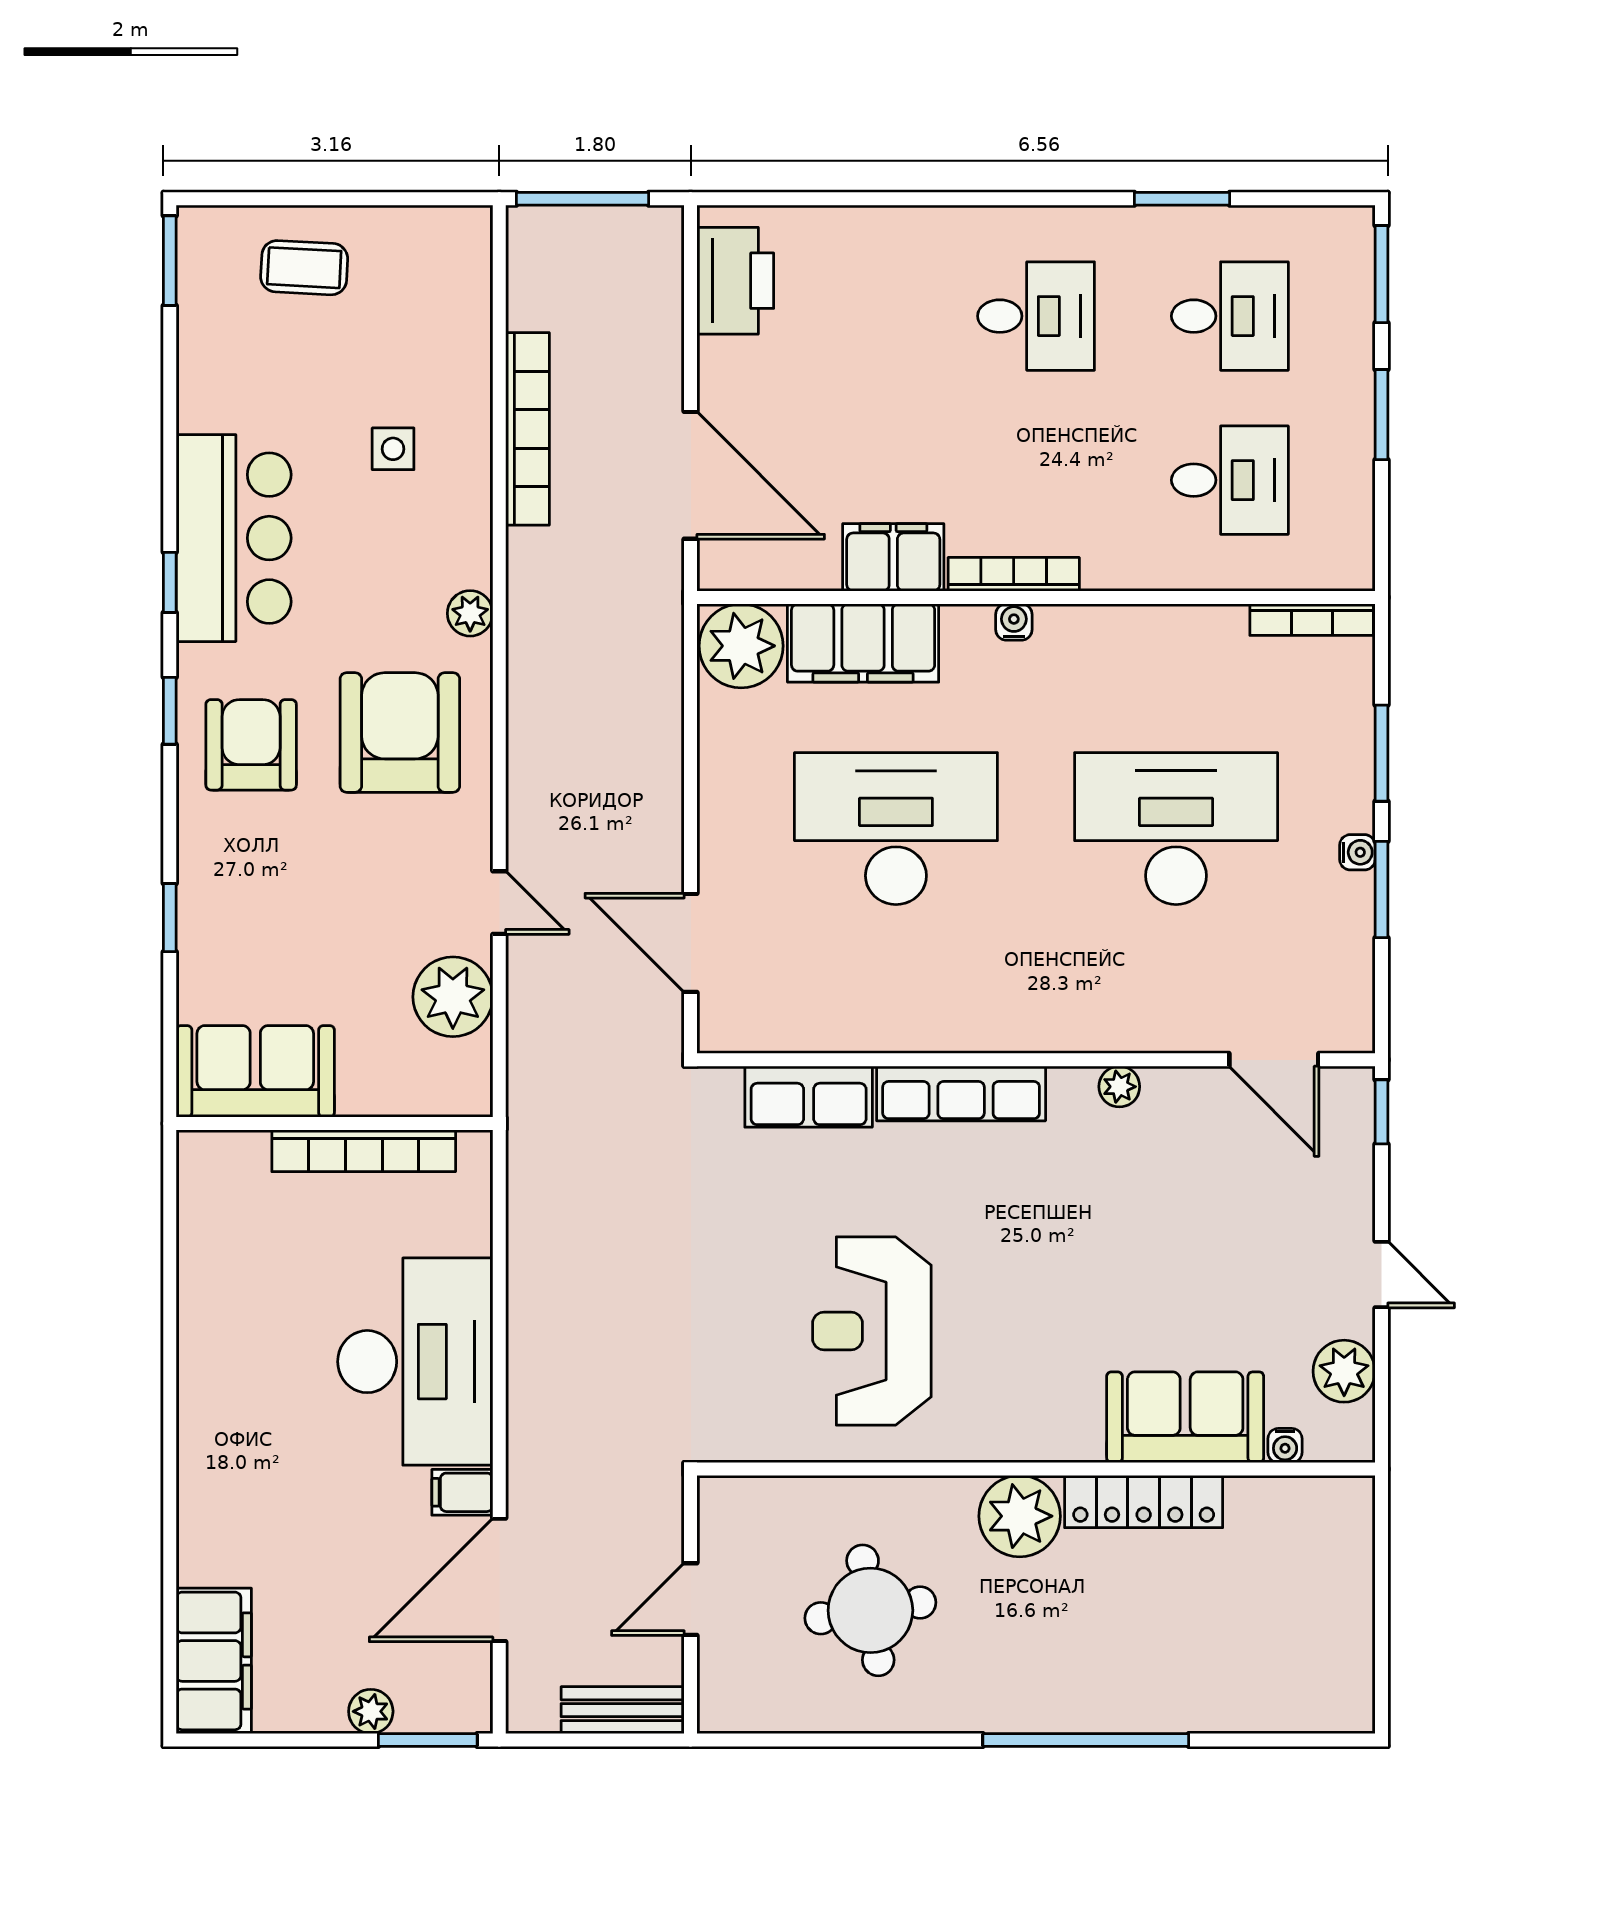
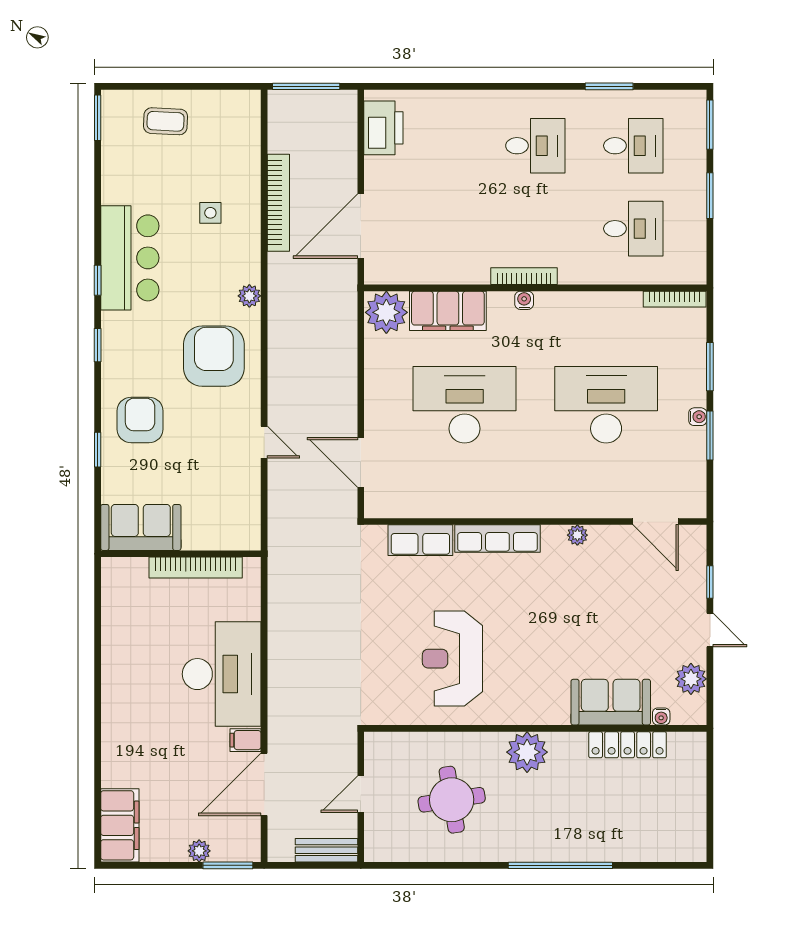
door: (691, 475) -> (361, 226), swing flipped
filing cabinet: (893, 557) -> (463, 268), removed
armchair: (251, 745) -> (140, 420), moved
plant: (453, 997) -> (241, 490), removed
window: (1381, 1112) -> (710, 582), moved
locker: (1144, 1502) -> (628, 745), moved

